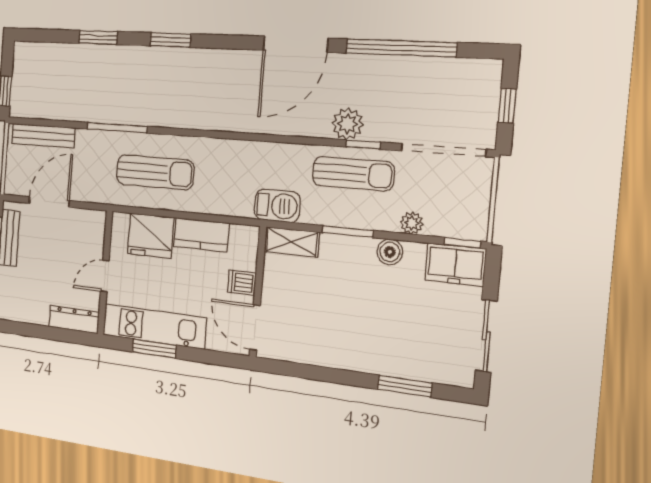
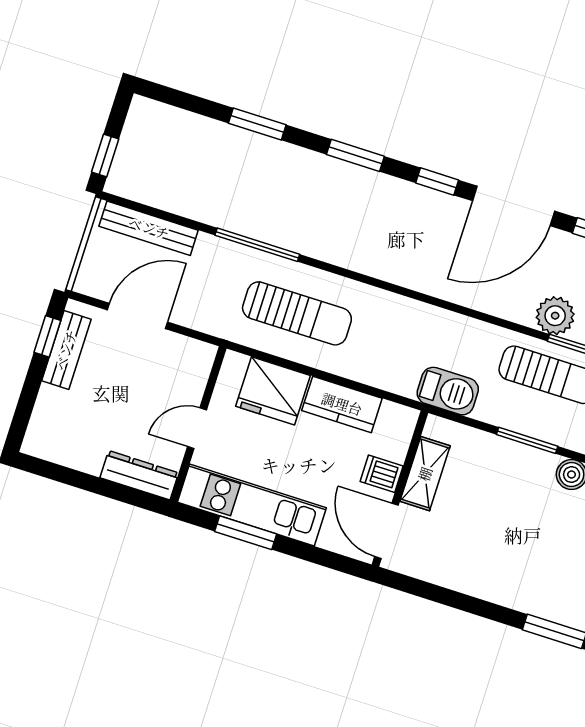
window: (234, 42) -> (437, 181), added
shelving: (292, 242) -> (425, 474), moved, turned 90

